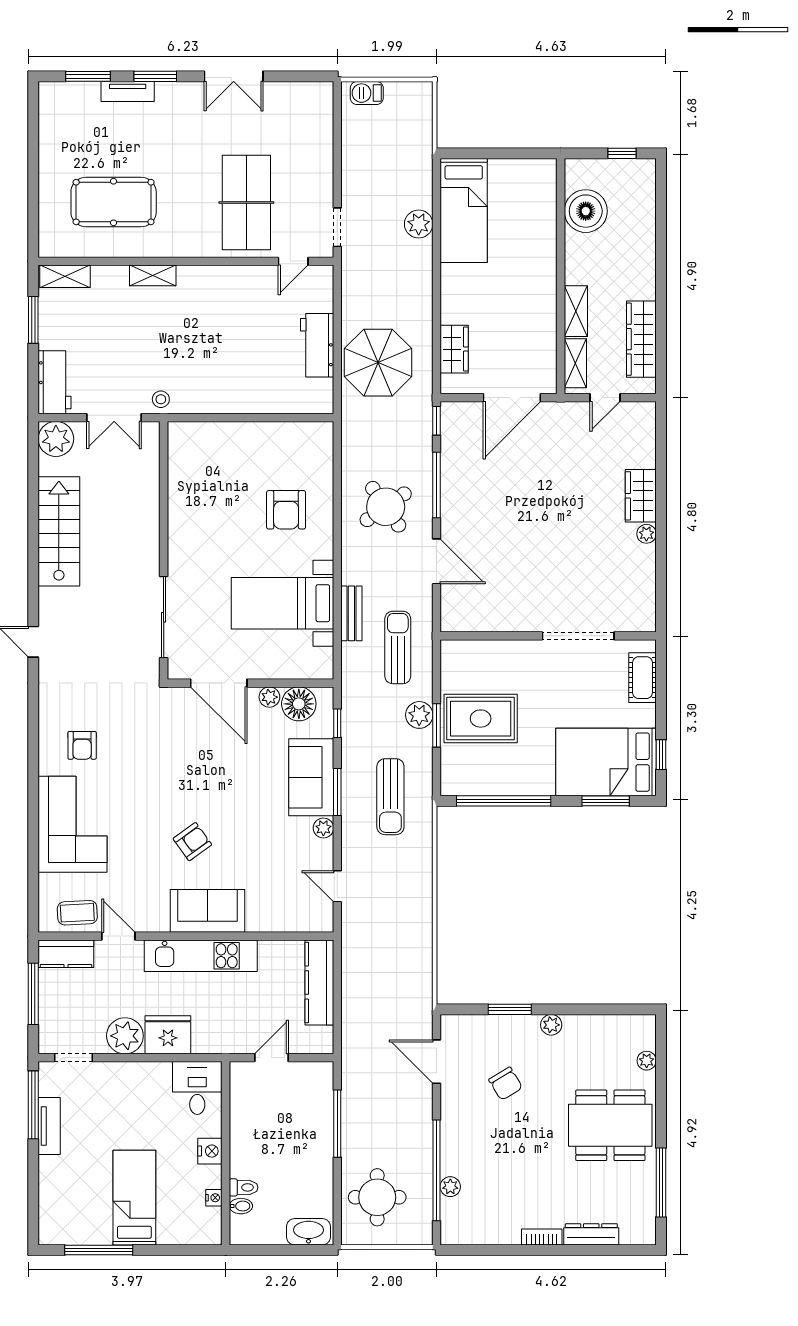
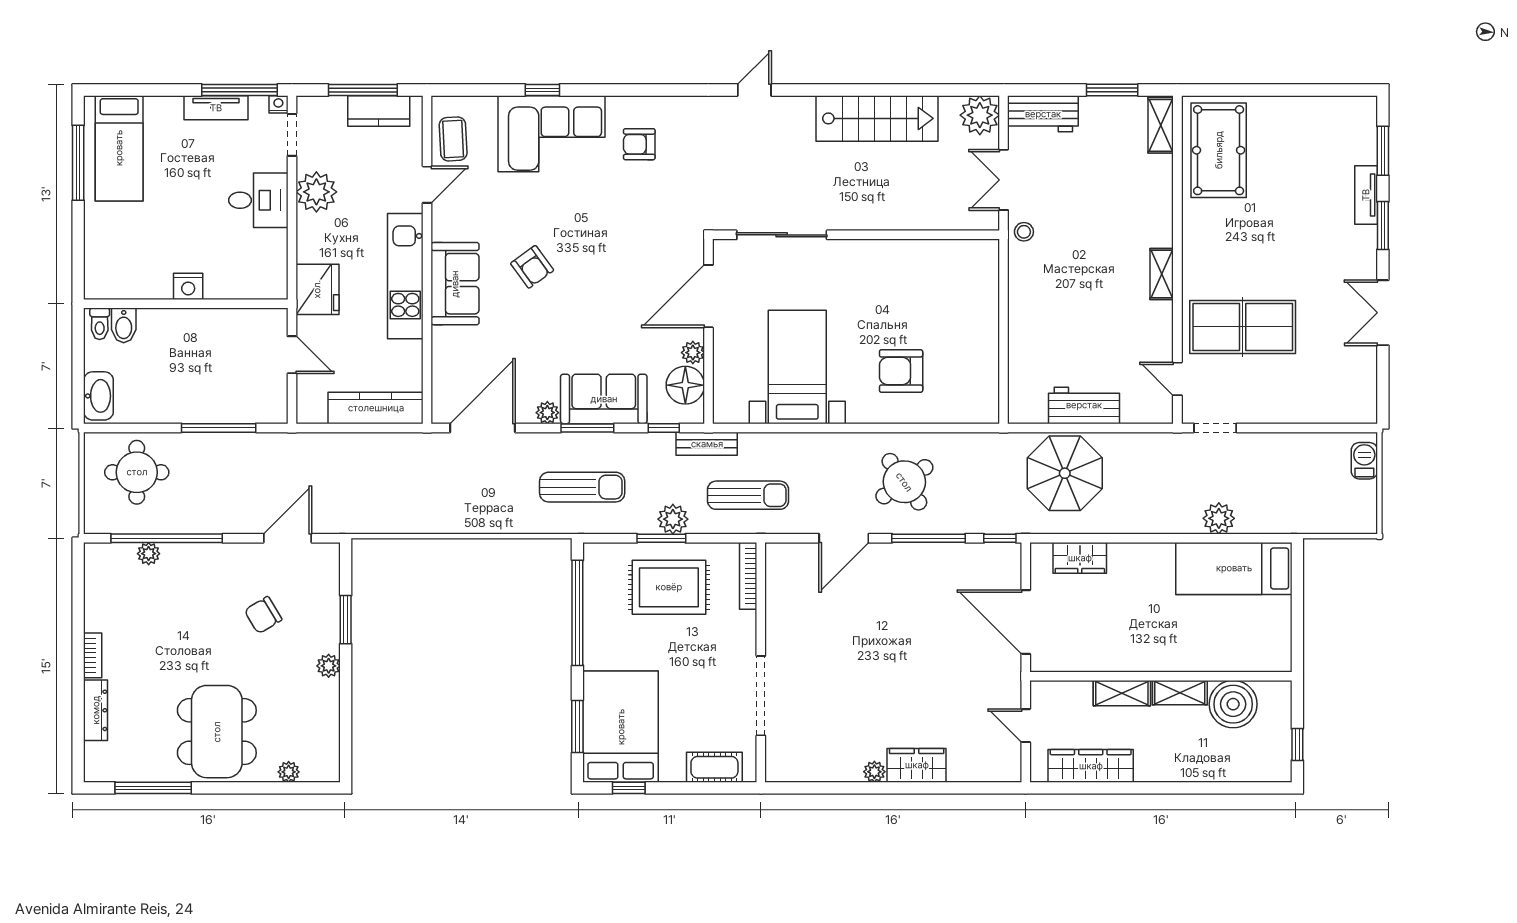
pool table: (114, 202) -> (1219, 150), moved
shelving: (153, 275) -> (1162, 274), moved
shelving: (575, 363) -> (1180, 693), moved
bench: (351, 613) -> (707, 444), moved
bookcase: (470, 647) -> (748, 576), added
rug: (481, 719) -> (669, 587), turned 90
sun lounger: (390, 797) -> (582, 487), turned 180
window: (33, 832) -> (542, 90), added
door: (337, 886) -> (483, 428), width x1.87
kitchen counter: (66, 954) -> (379, 111), moved, turned -90
fridge: (168, 1035) -> (317, 289), moved
desk: (197, 1088) -> (258, 200), moved
toilet: (244, 1187) -> (100, 324), moved
bed: (134, 1198) -> (119, 148), moved, turned 90
nightstand: (214, 1198) -> (278, 104), moved, turned 180
bidet: (241, 1206) -> (124, 325), width x1.38, depth x1.36

